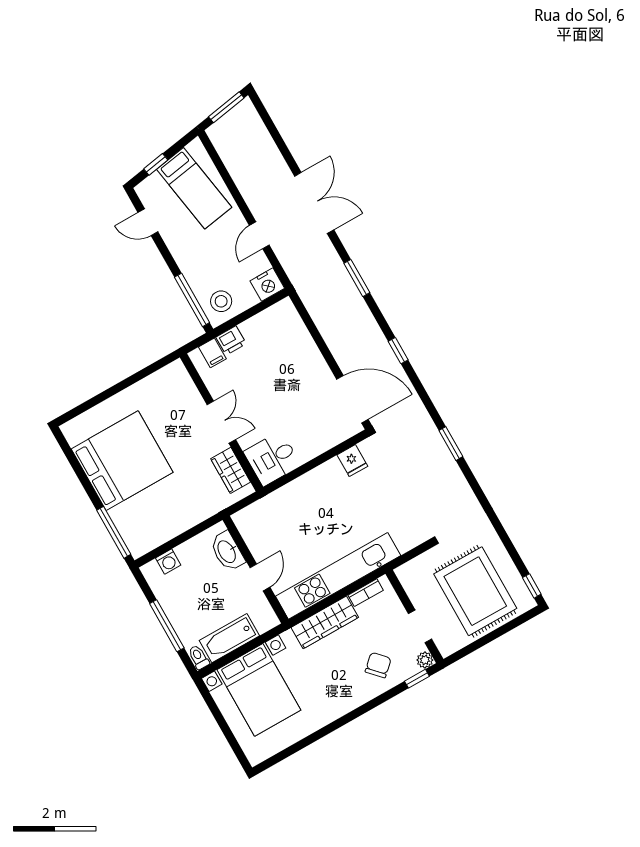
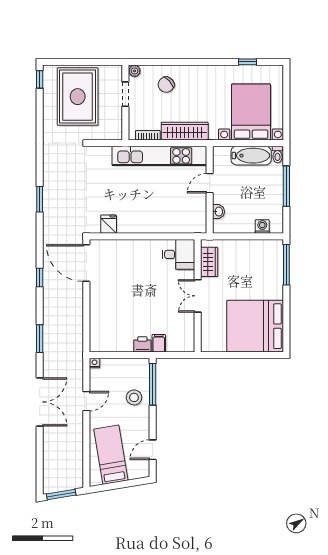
window: (156, 164) -> (127, 484), removed
double door: (314, 203) -> (40, 402), swing flipped
door: (148, 222) -> (153, 450), swing flipped
nightstand: (267, 285) -> (94, 363), width x0.53, depth x0.56
stool: (221, 301) -> (134, 397), moved
double door: (221, 422) -> (198, 296), moved
wall: (221, 422) -> (198, 296), moved
desk: (272, 458) -> (178, 254), moved
bed: (122, 461) -> (255, 326), moved
wardrobe: (231, 470) -> (209, 262), moved
washbasin: (227, 551) -> (218, 212), width x0.52, depth x0.69
window: (417, 679) -> (247, 62), moved

